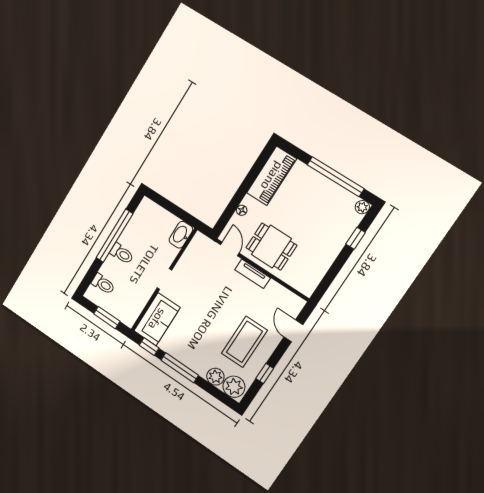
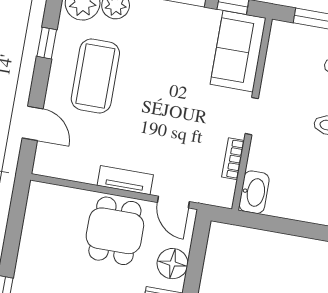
floor lamp: (242, 210) -> (172, 264), width x1.89, depth x1.89
dining table: (271, 247) -> (115, 231), turned 90
bookcase: (185, 259) -> (233, 159), added

